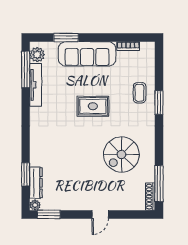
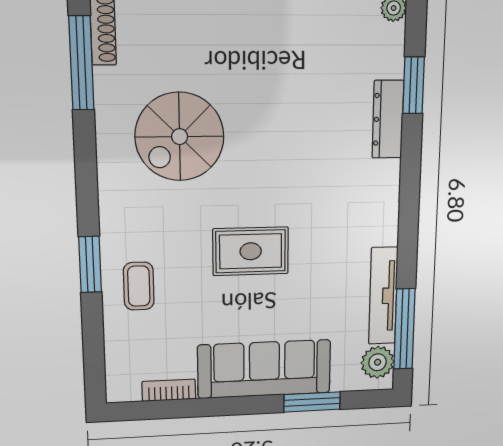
spiral stairs: (121, 154) -> (180, 137), turned 180
dresser: (36, 183) -> (388, 119), moved

